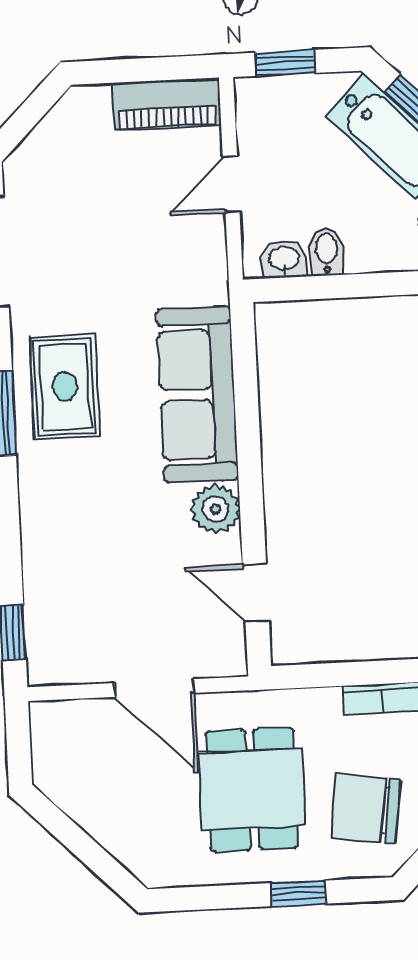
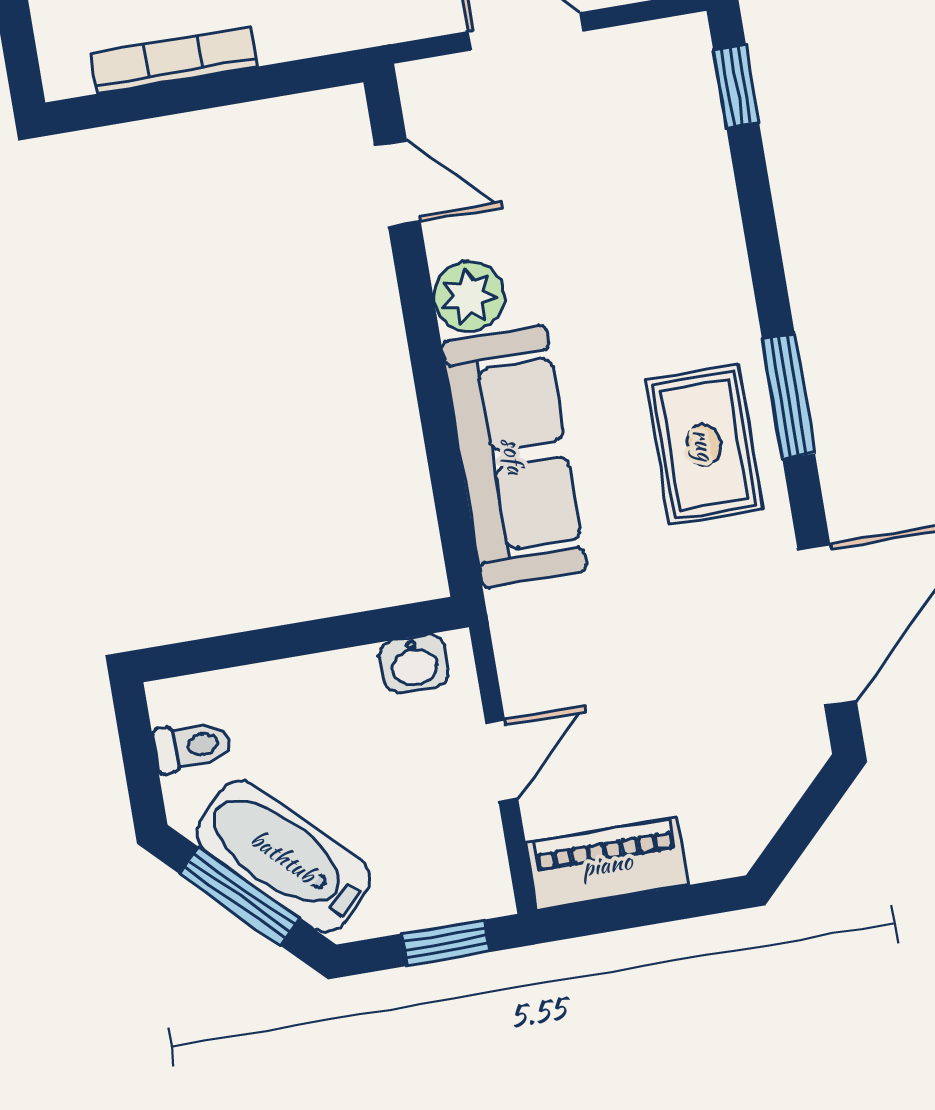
bidet: (327, 252) -> (355, 681), removed

